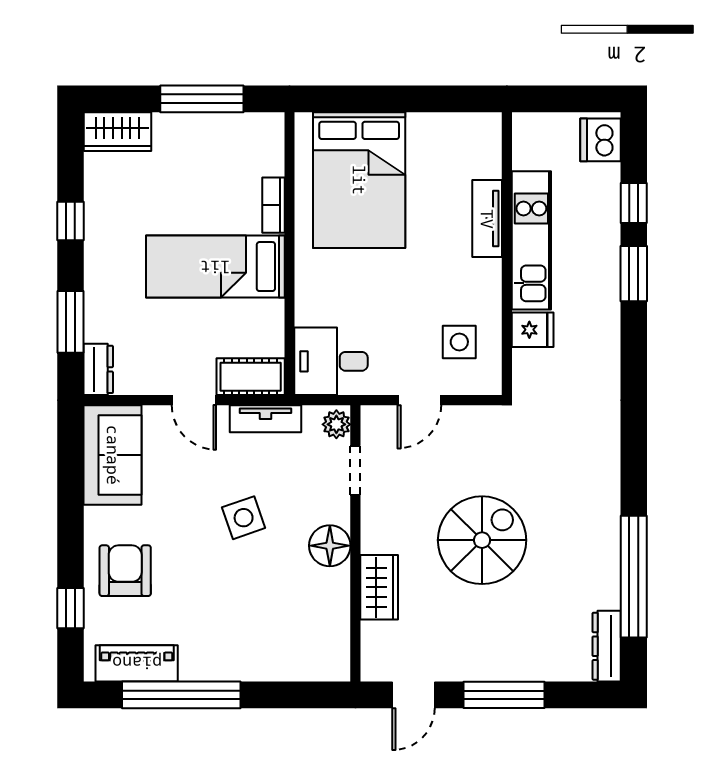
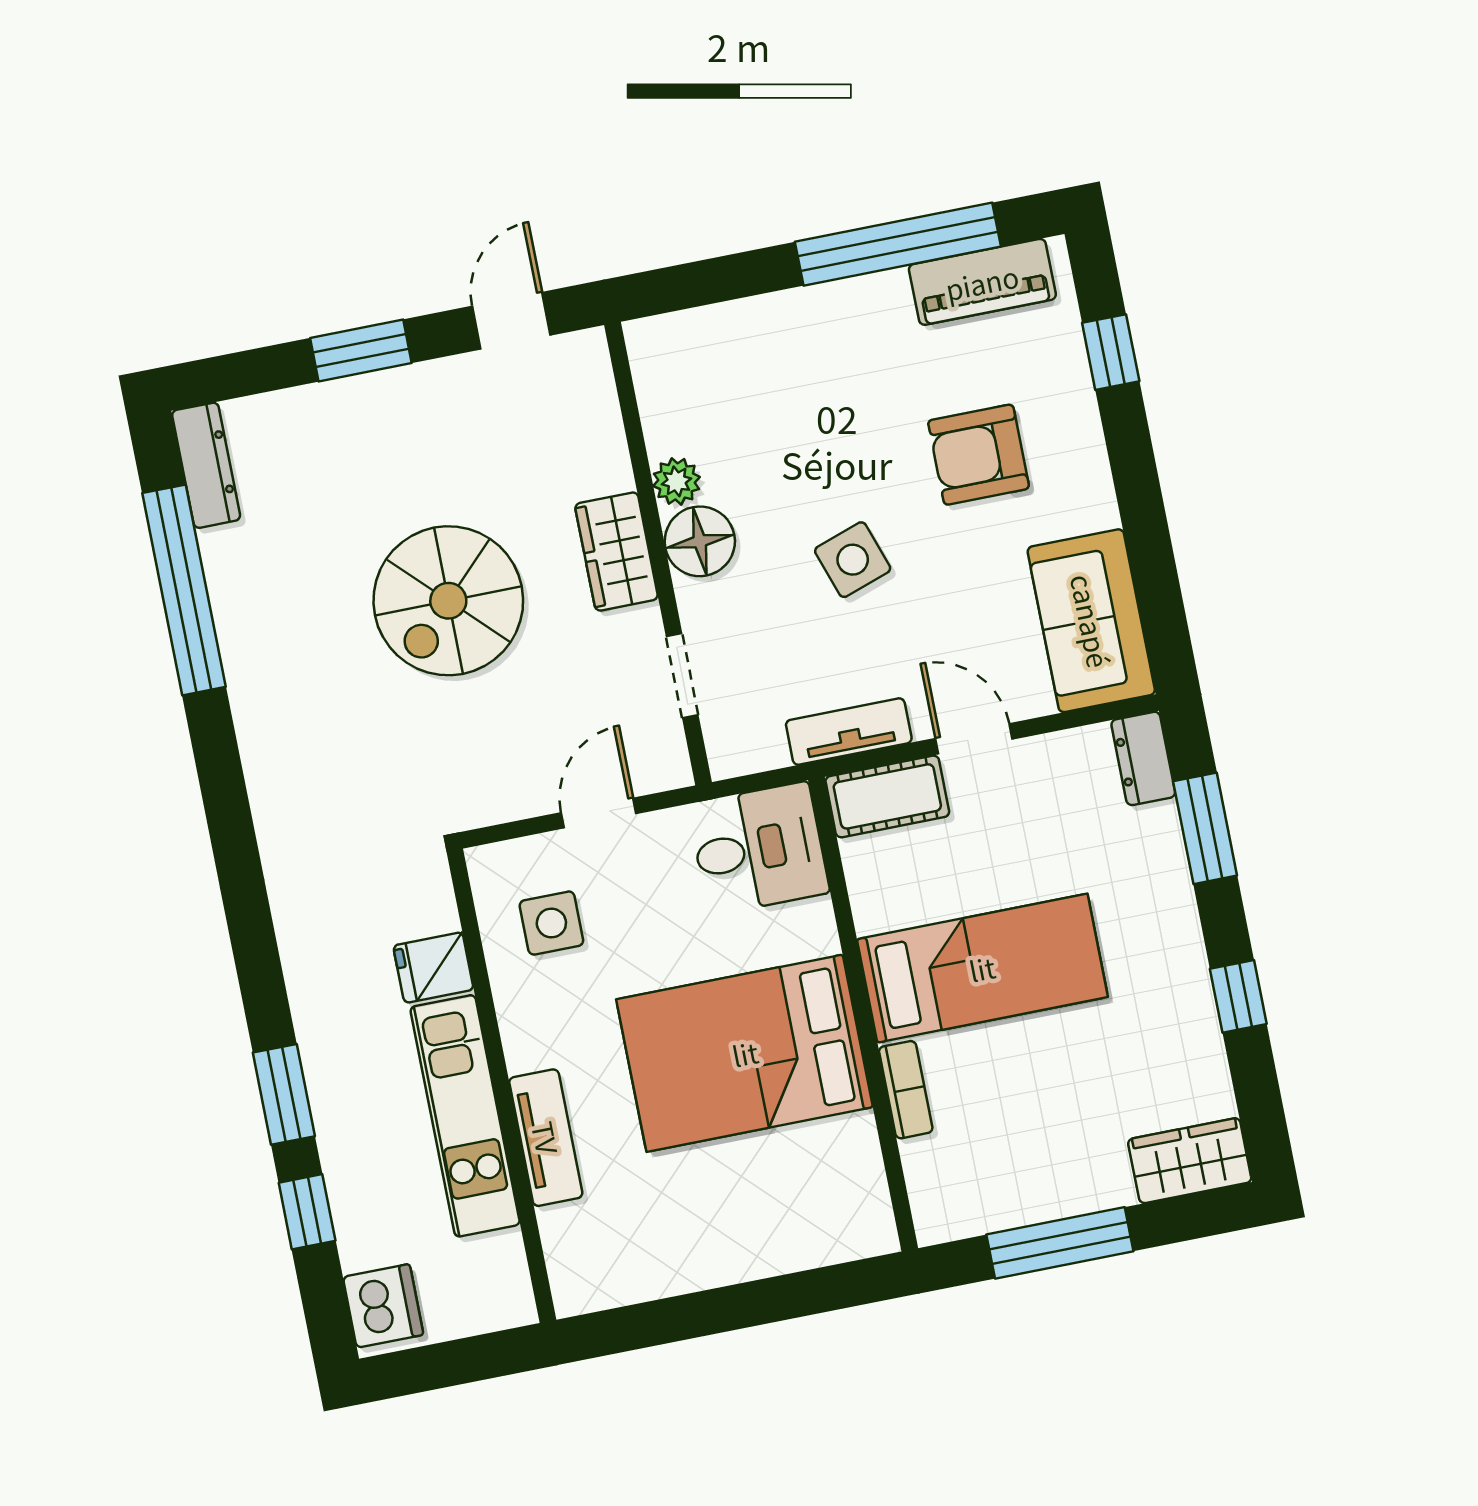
bed: (359, 180) -> (745, 1053), moved, turned -90
plant: (336, 424) -> (677, 481), moved
armchair: (125, 571) -> (979, 455), moved, turned 90
wardrobe: (379, 587) -> (617, 552), moved
window: (504, 695) -> (361, 350), width x0.69

